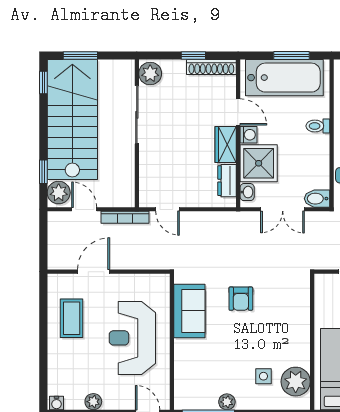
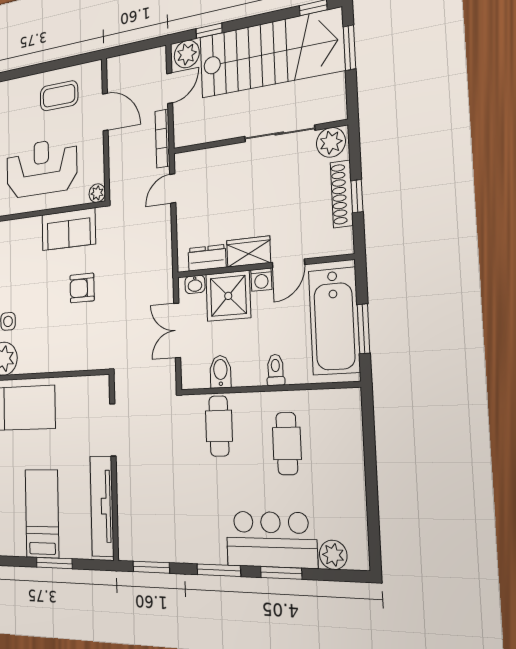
shoe rack: (211, 67) -> (342, 194), moved
bidet: (317, 199) -> (220, 372), moved
plant: (162, 281) -> (97, 193), added

